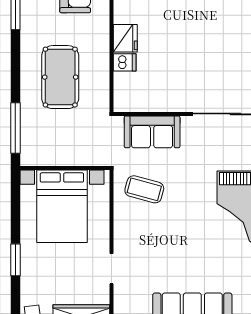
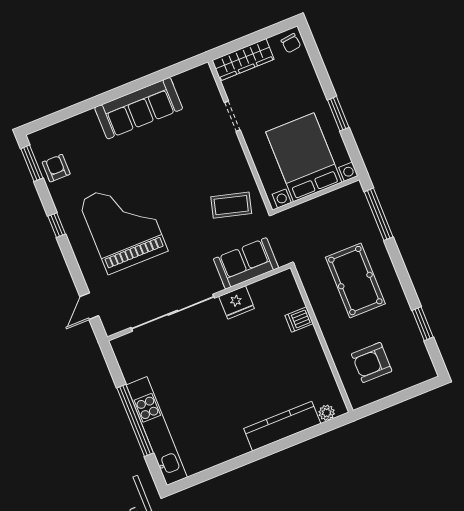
fridge: (125, 38) -> (237, 303), moved, turned -90
window: (15, 260) -> (338, 114), moved

